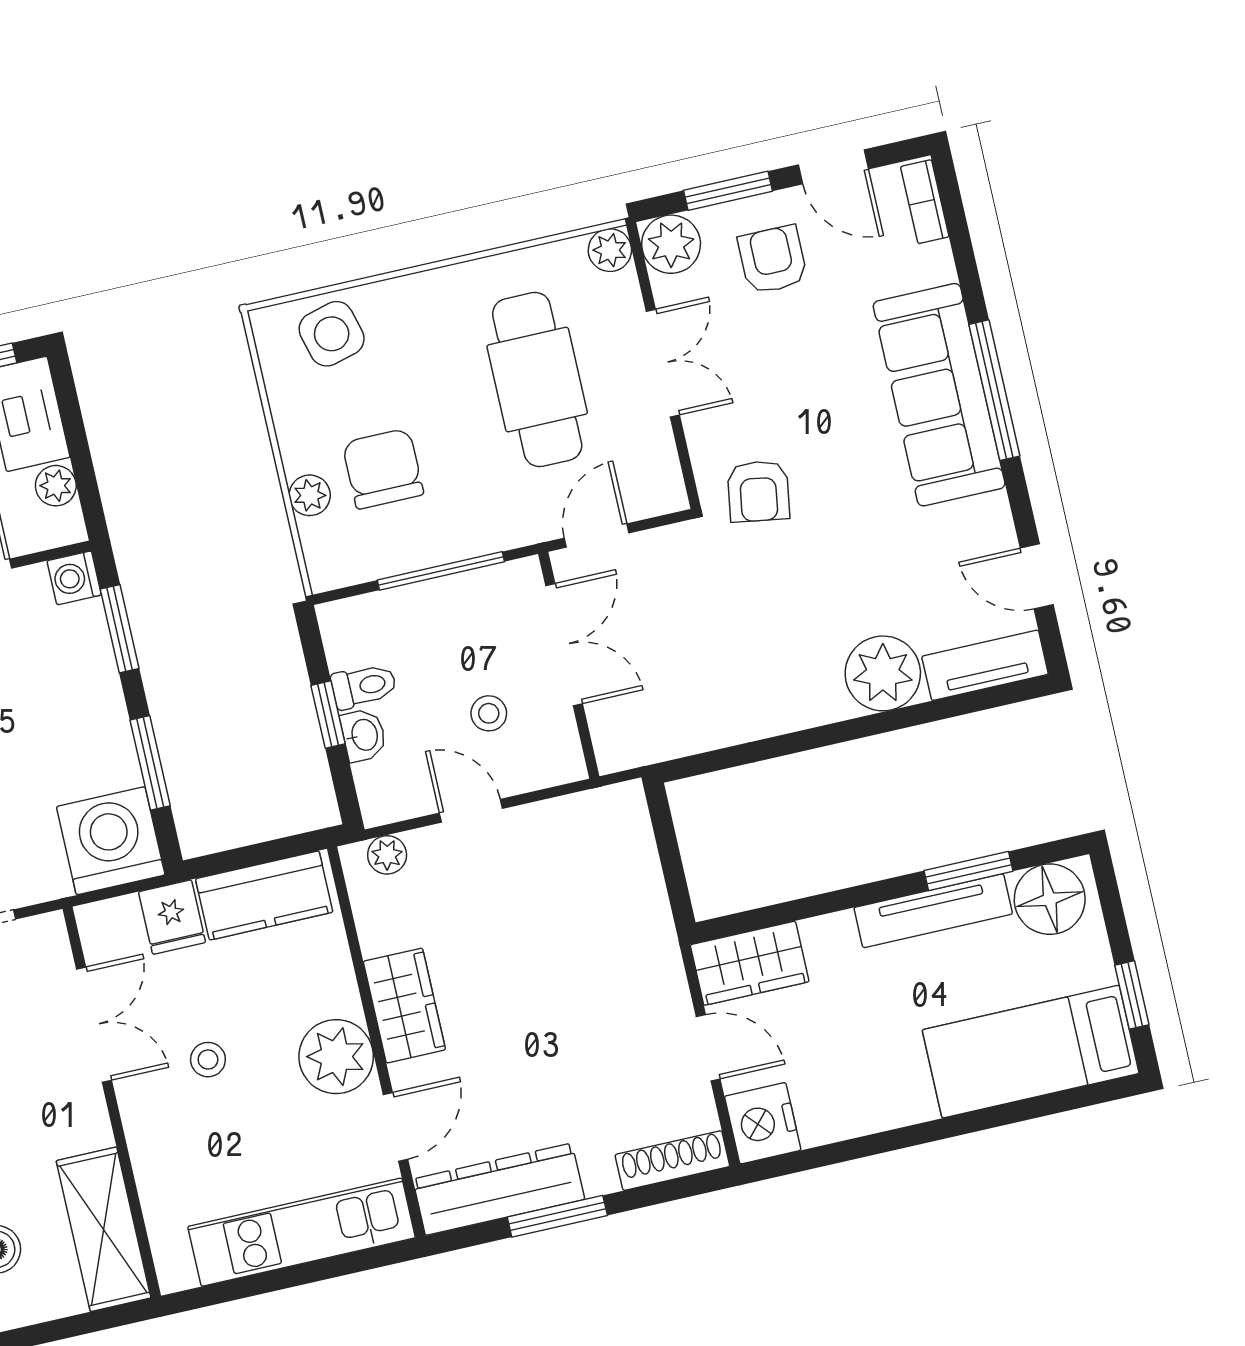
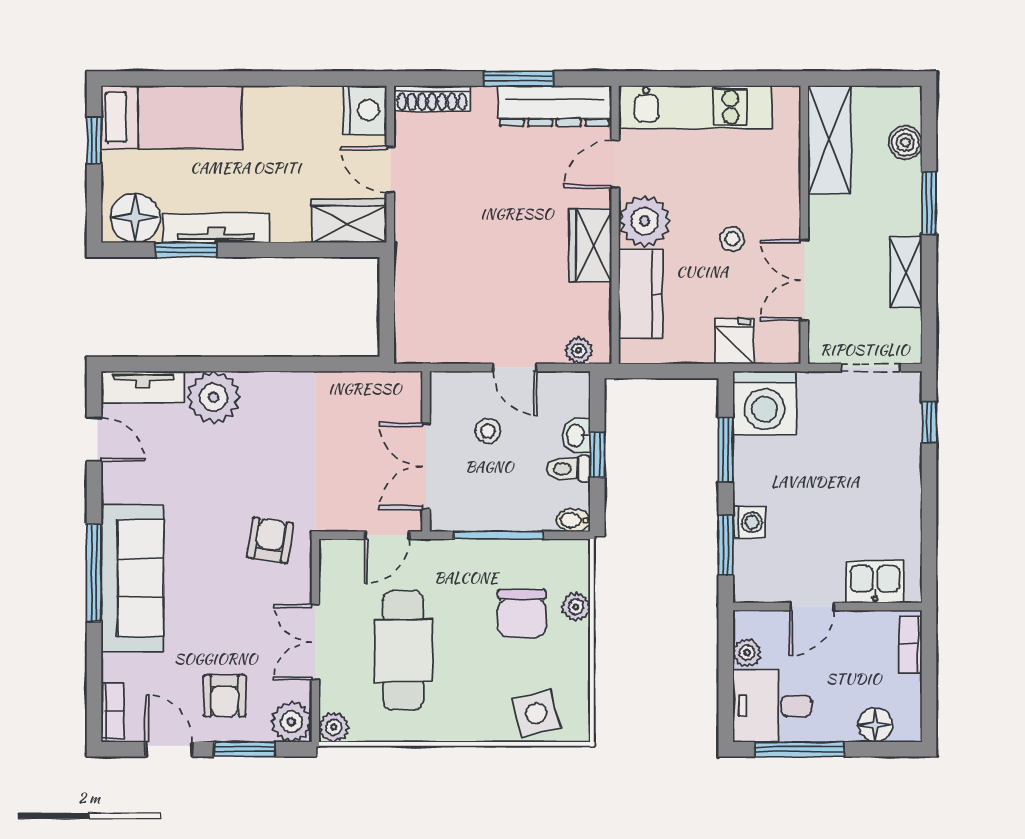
washing machine: (74, 578) -> (749, 522), moved
bidet: (341, 616) -> (573, 520), added
kitchen counter: (264, 895) -> (641, 294), moved, turned 90

